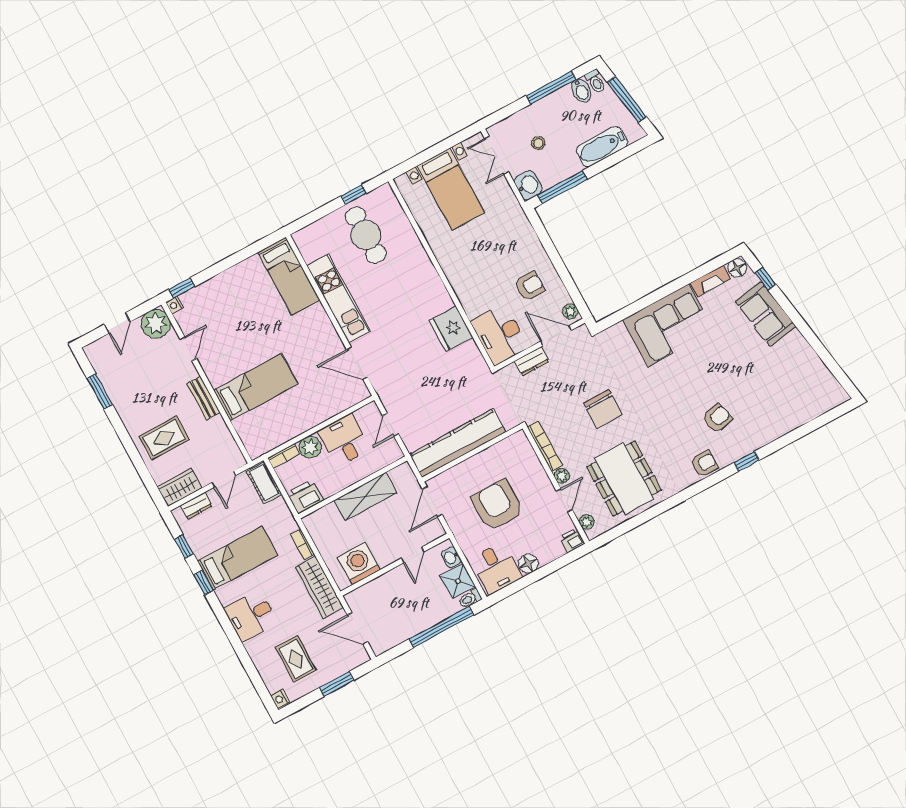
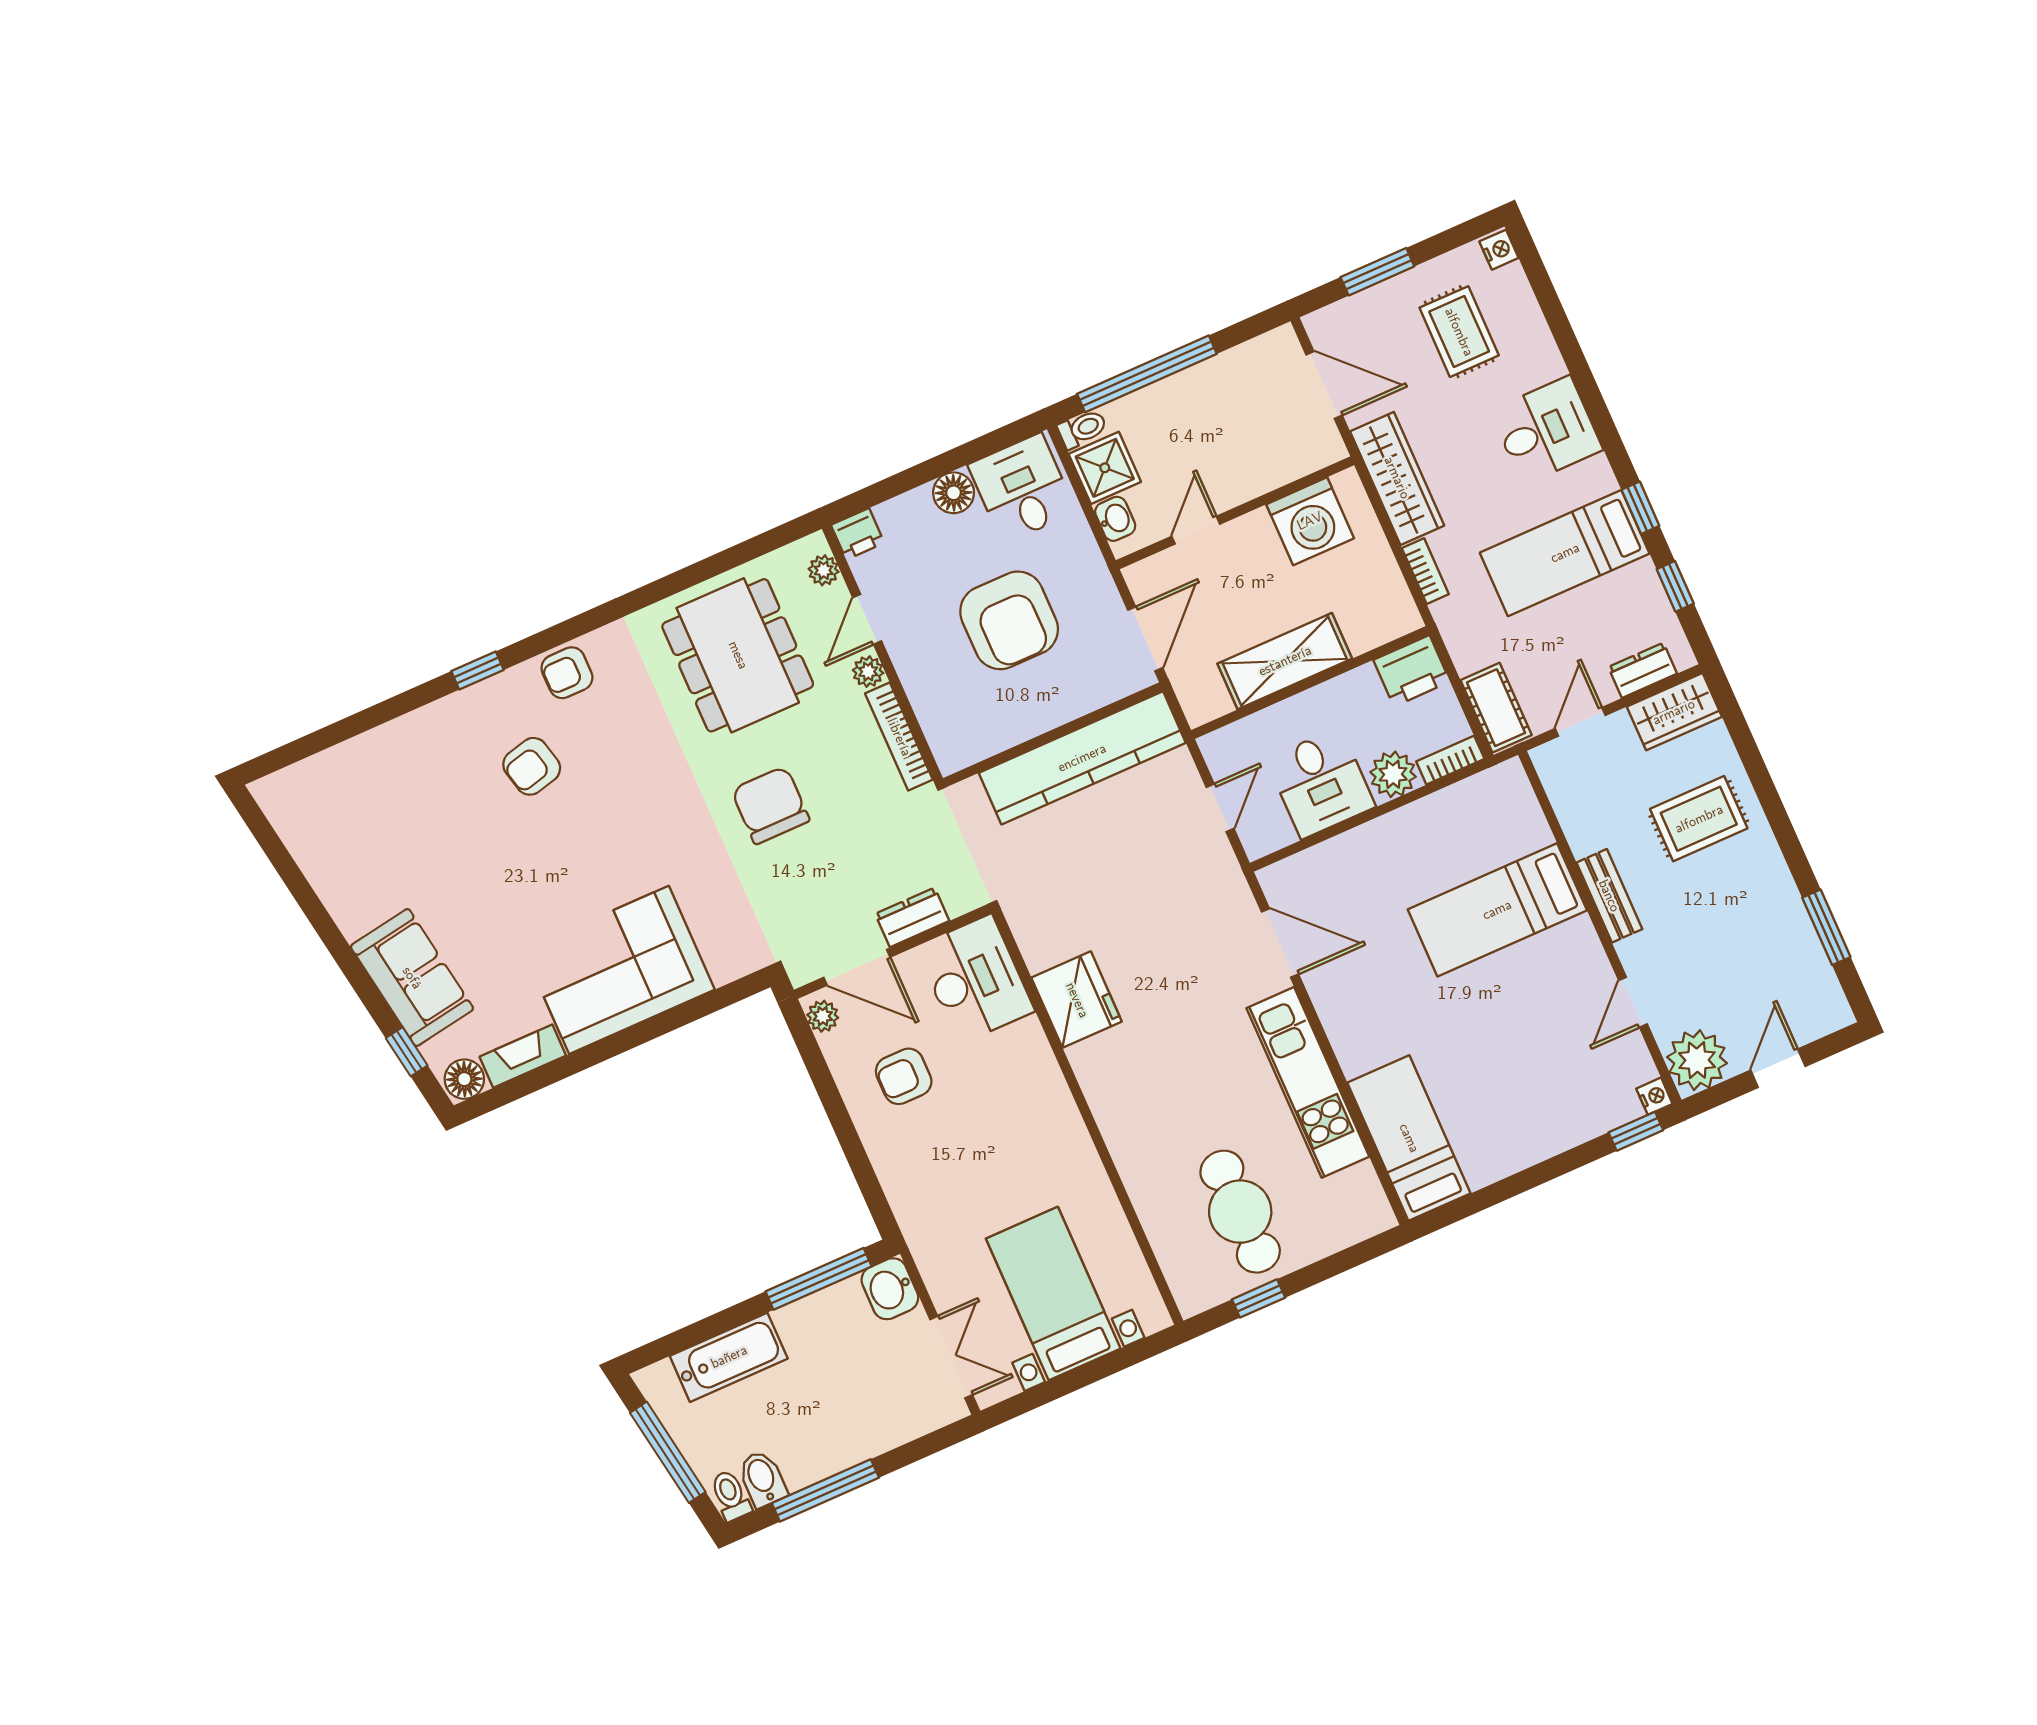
stool: (538, 143) -> (861, 1376), removed

